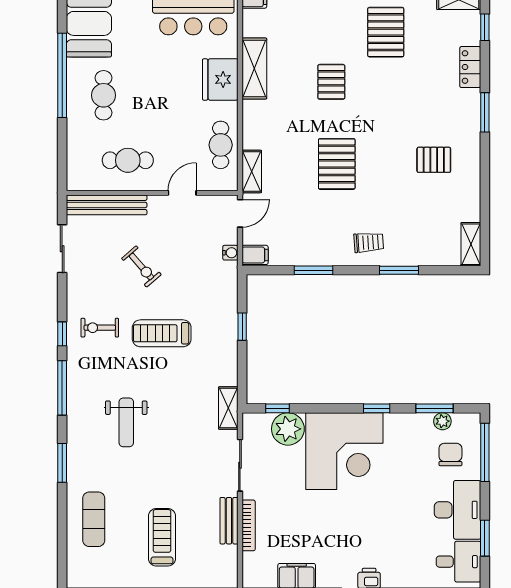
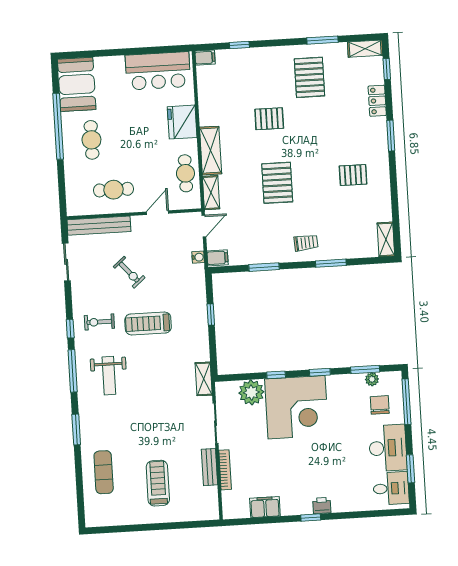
shelving: (254, 69) -> (211, 151), moved
pallet: (331, 82) -> (269, 119), turned 90
window: (277, 408) -> (276, 375), moved
weight bench: (126, 422) -> (109, 376), moved

